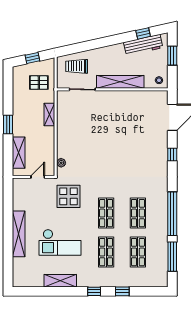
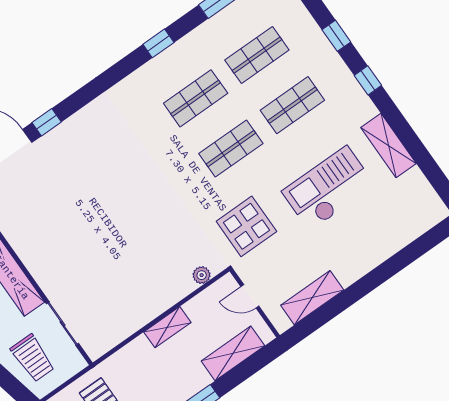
shelving: (49, 114) -> (167, 327), moved
window: (172, 154) -> (47, 122), moved
window: (172, 214) -> (158, 43), width x0.32
shelving: (19, 234) -> (312, 298), moved, width x0.68
checkout: (60, 242) -> (328, 188), turned -90

